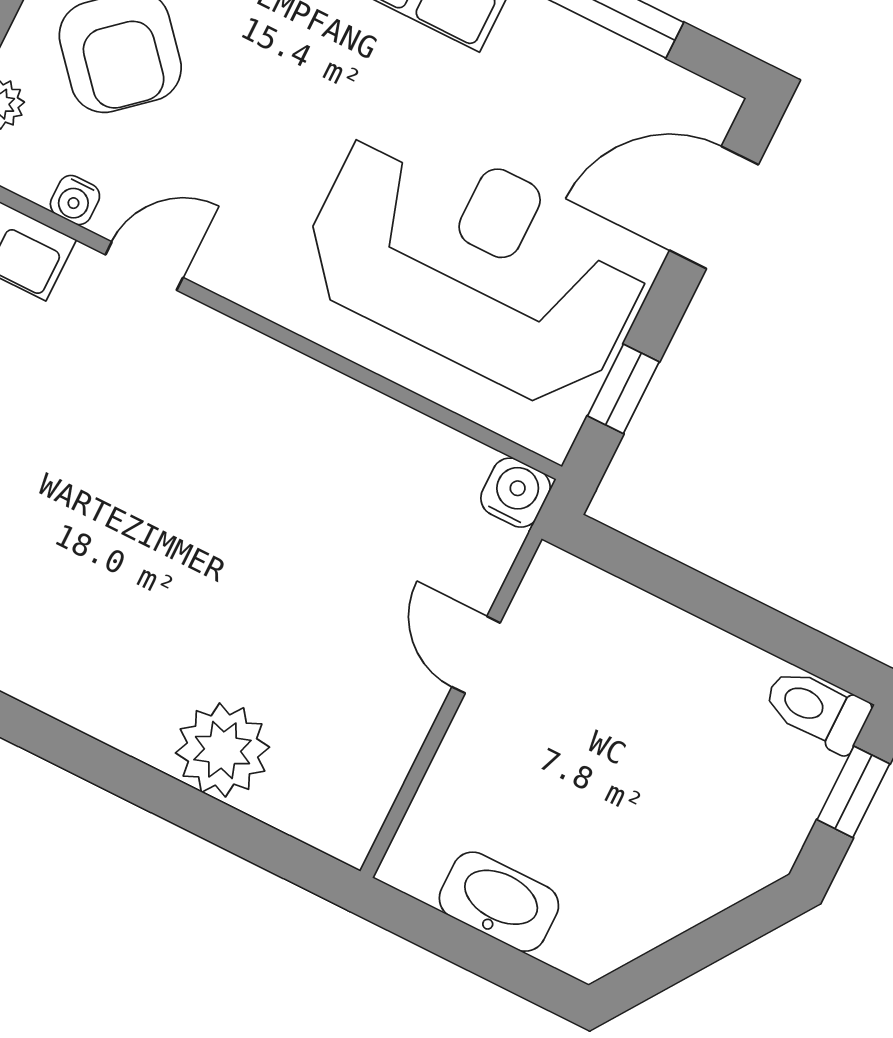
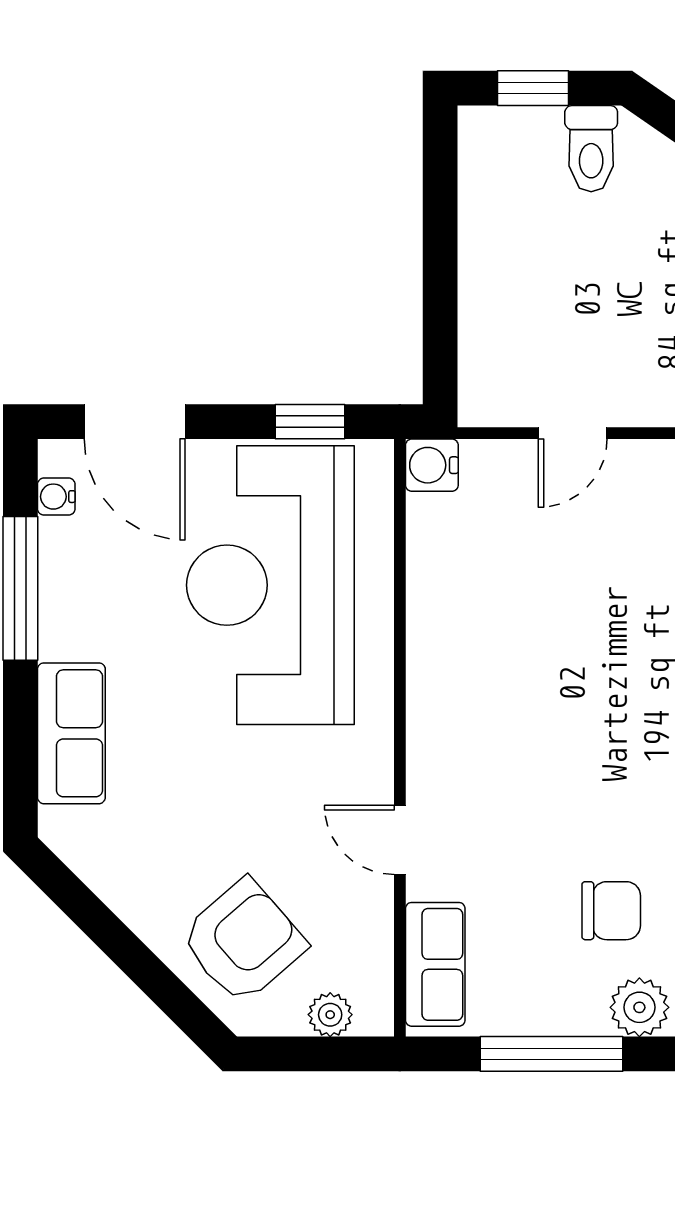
water cooler: (75, 200) -> (56, 497), moved, turned 180
toilet: (816, 709) -> (591, 149), moved

